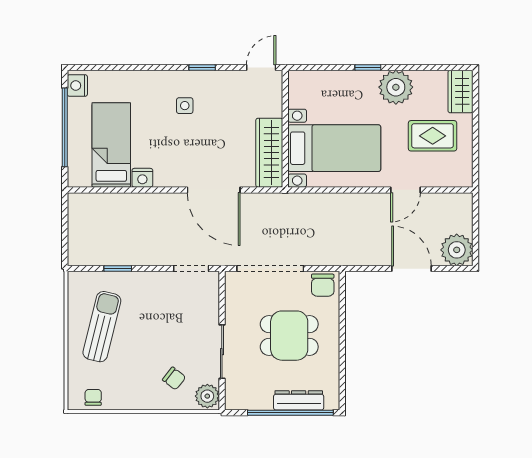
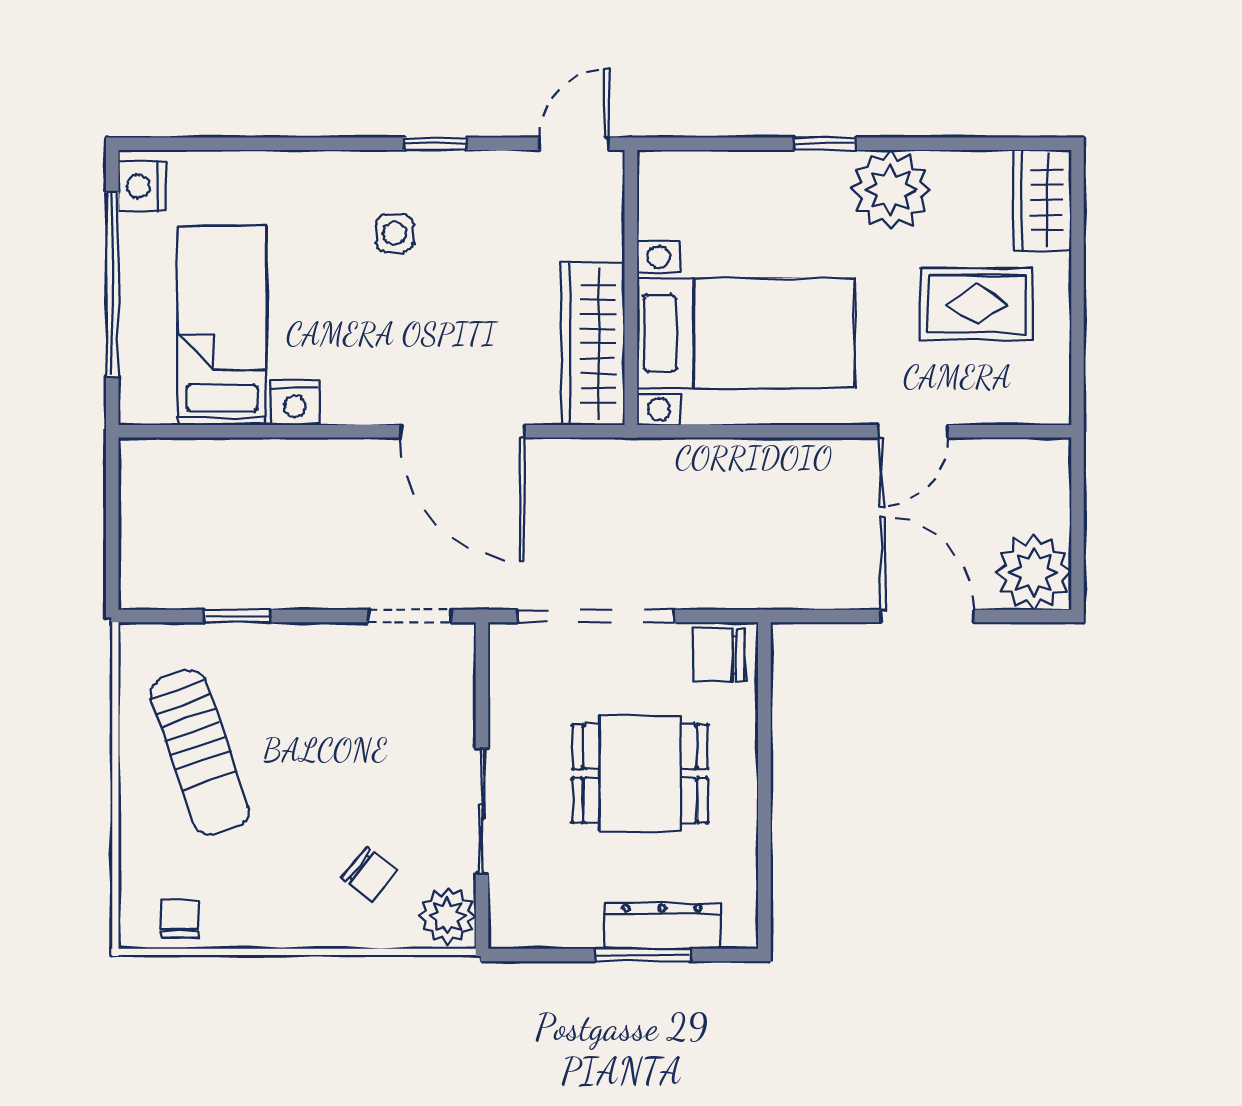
chair: (323, 285) -> (719, 655), turned 90
sun lounger: (102, 327) -> (200, 753), turned 147
window: (290, 413) -> (643, 955), width x0.47

